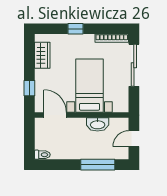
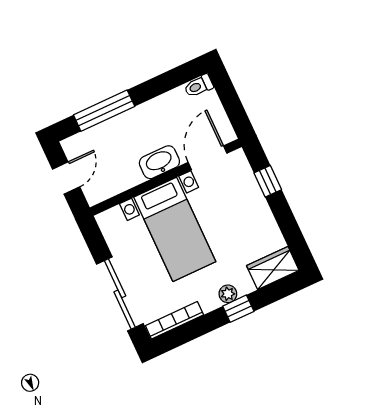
plant: (77, 39) -> (228, 294), added
wardrobe: (42, 55) -> (273, 268), moved, turned 90
door: (55, 115) -> (207, 158), swing flipped
washbasin: (98, 124) -> (159, 162), moved

